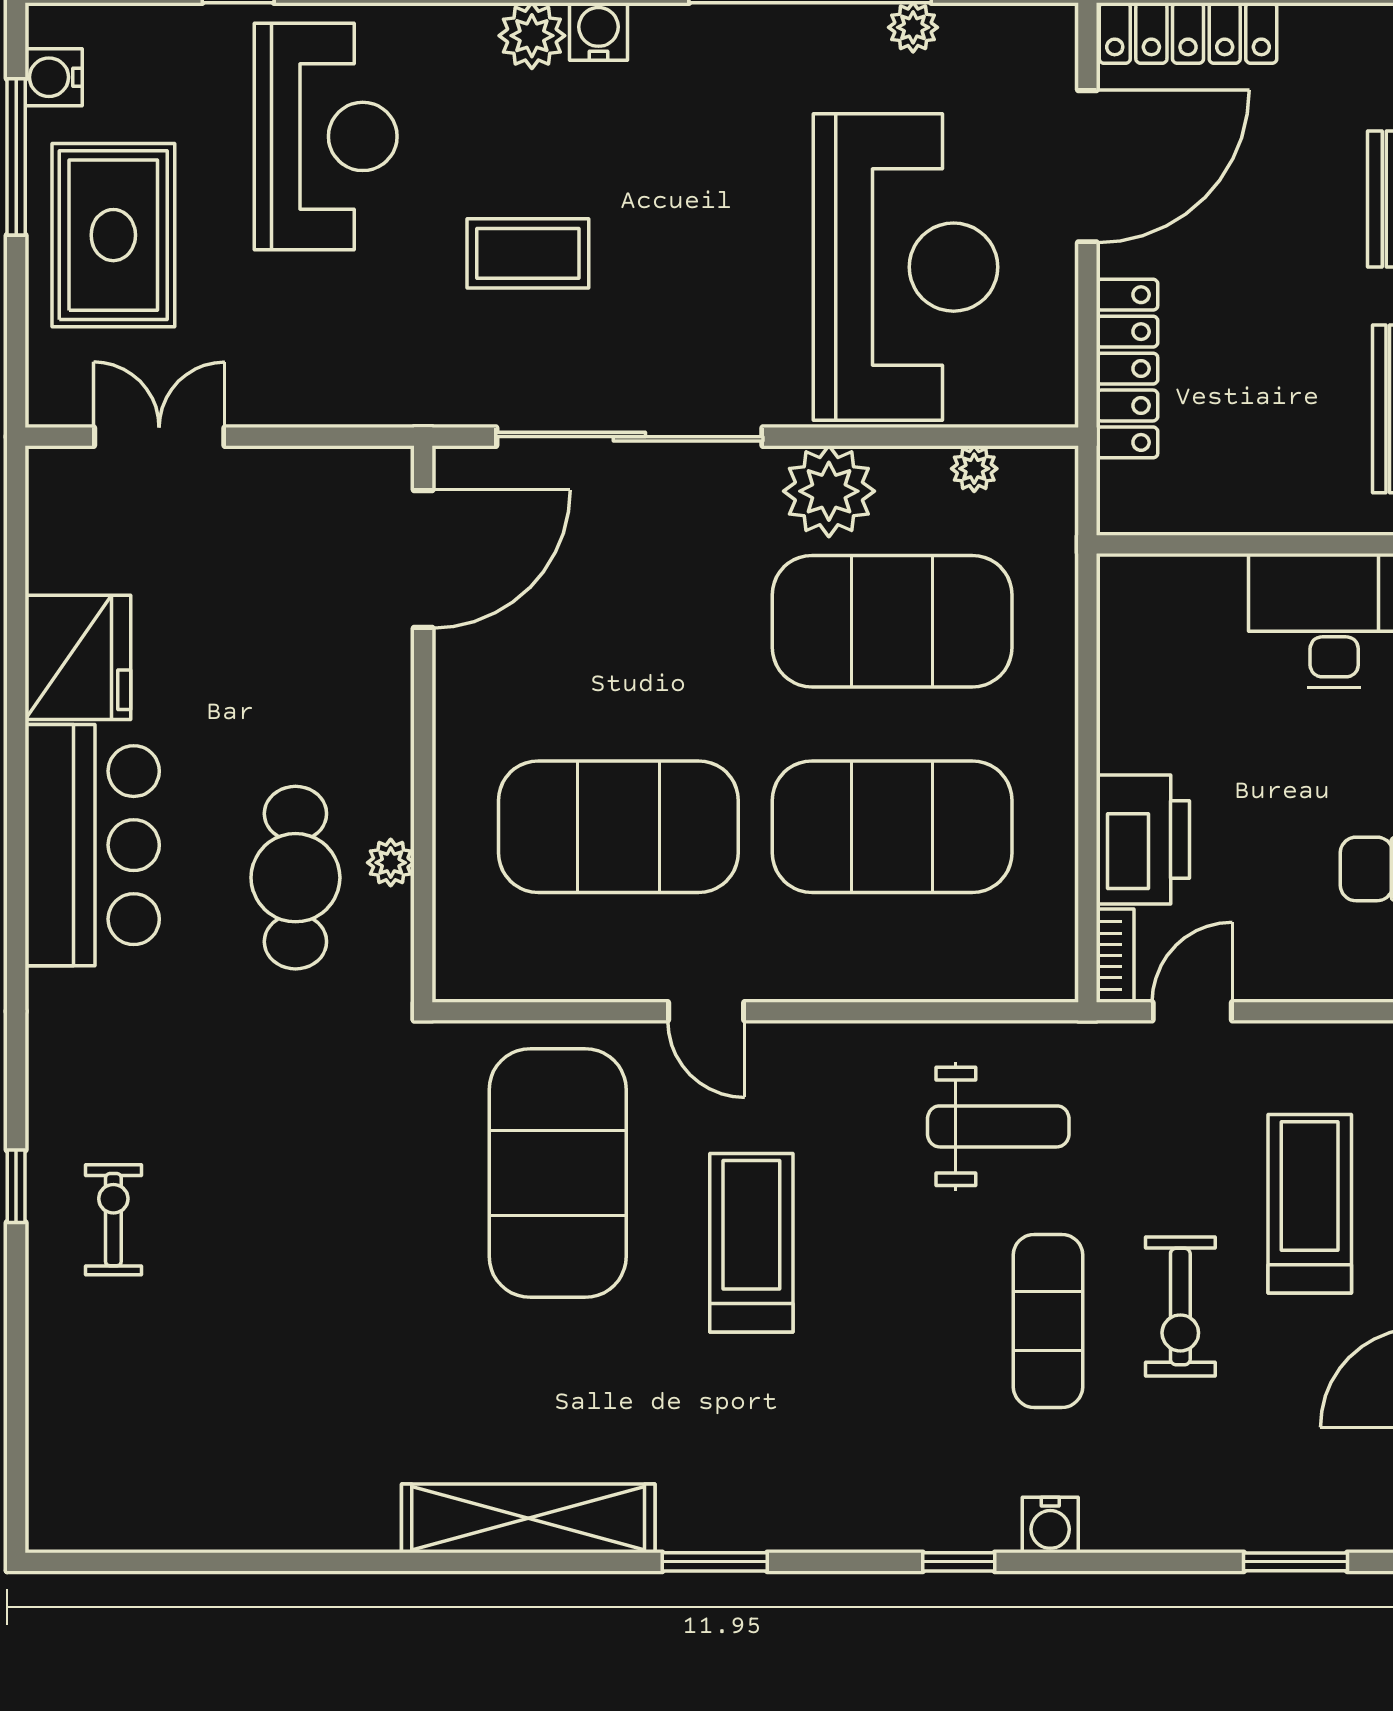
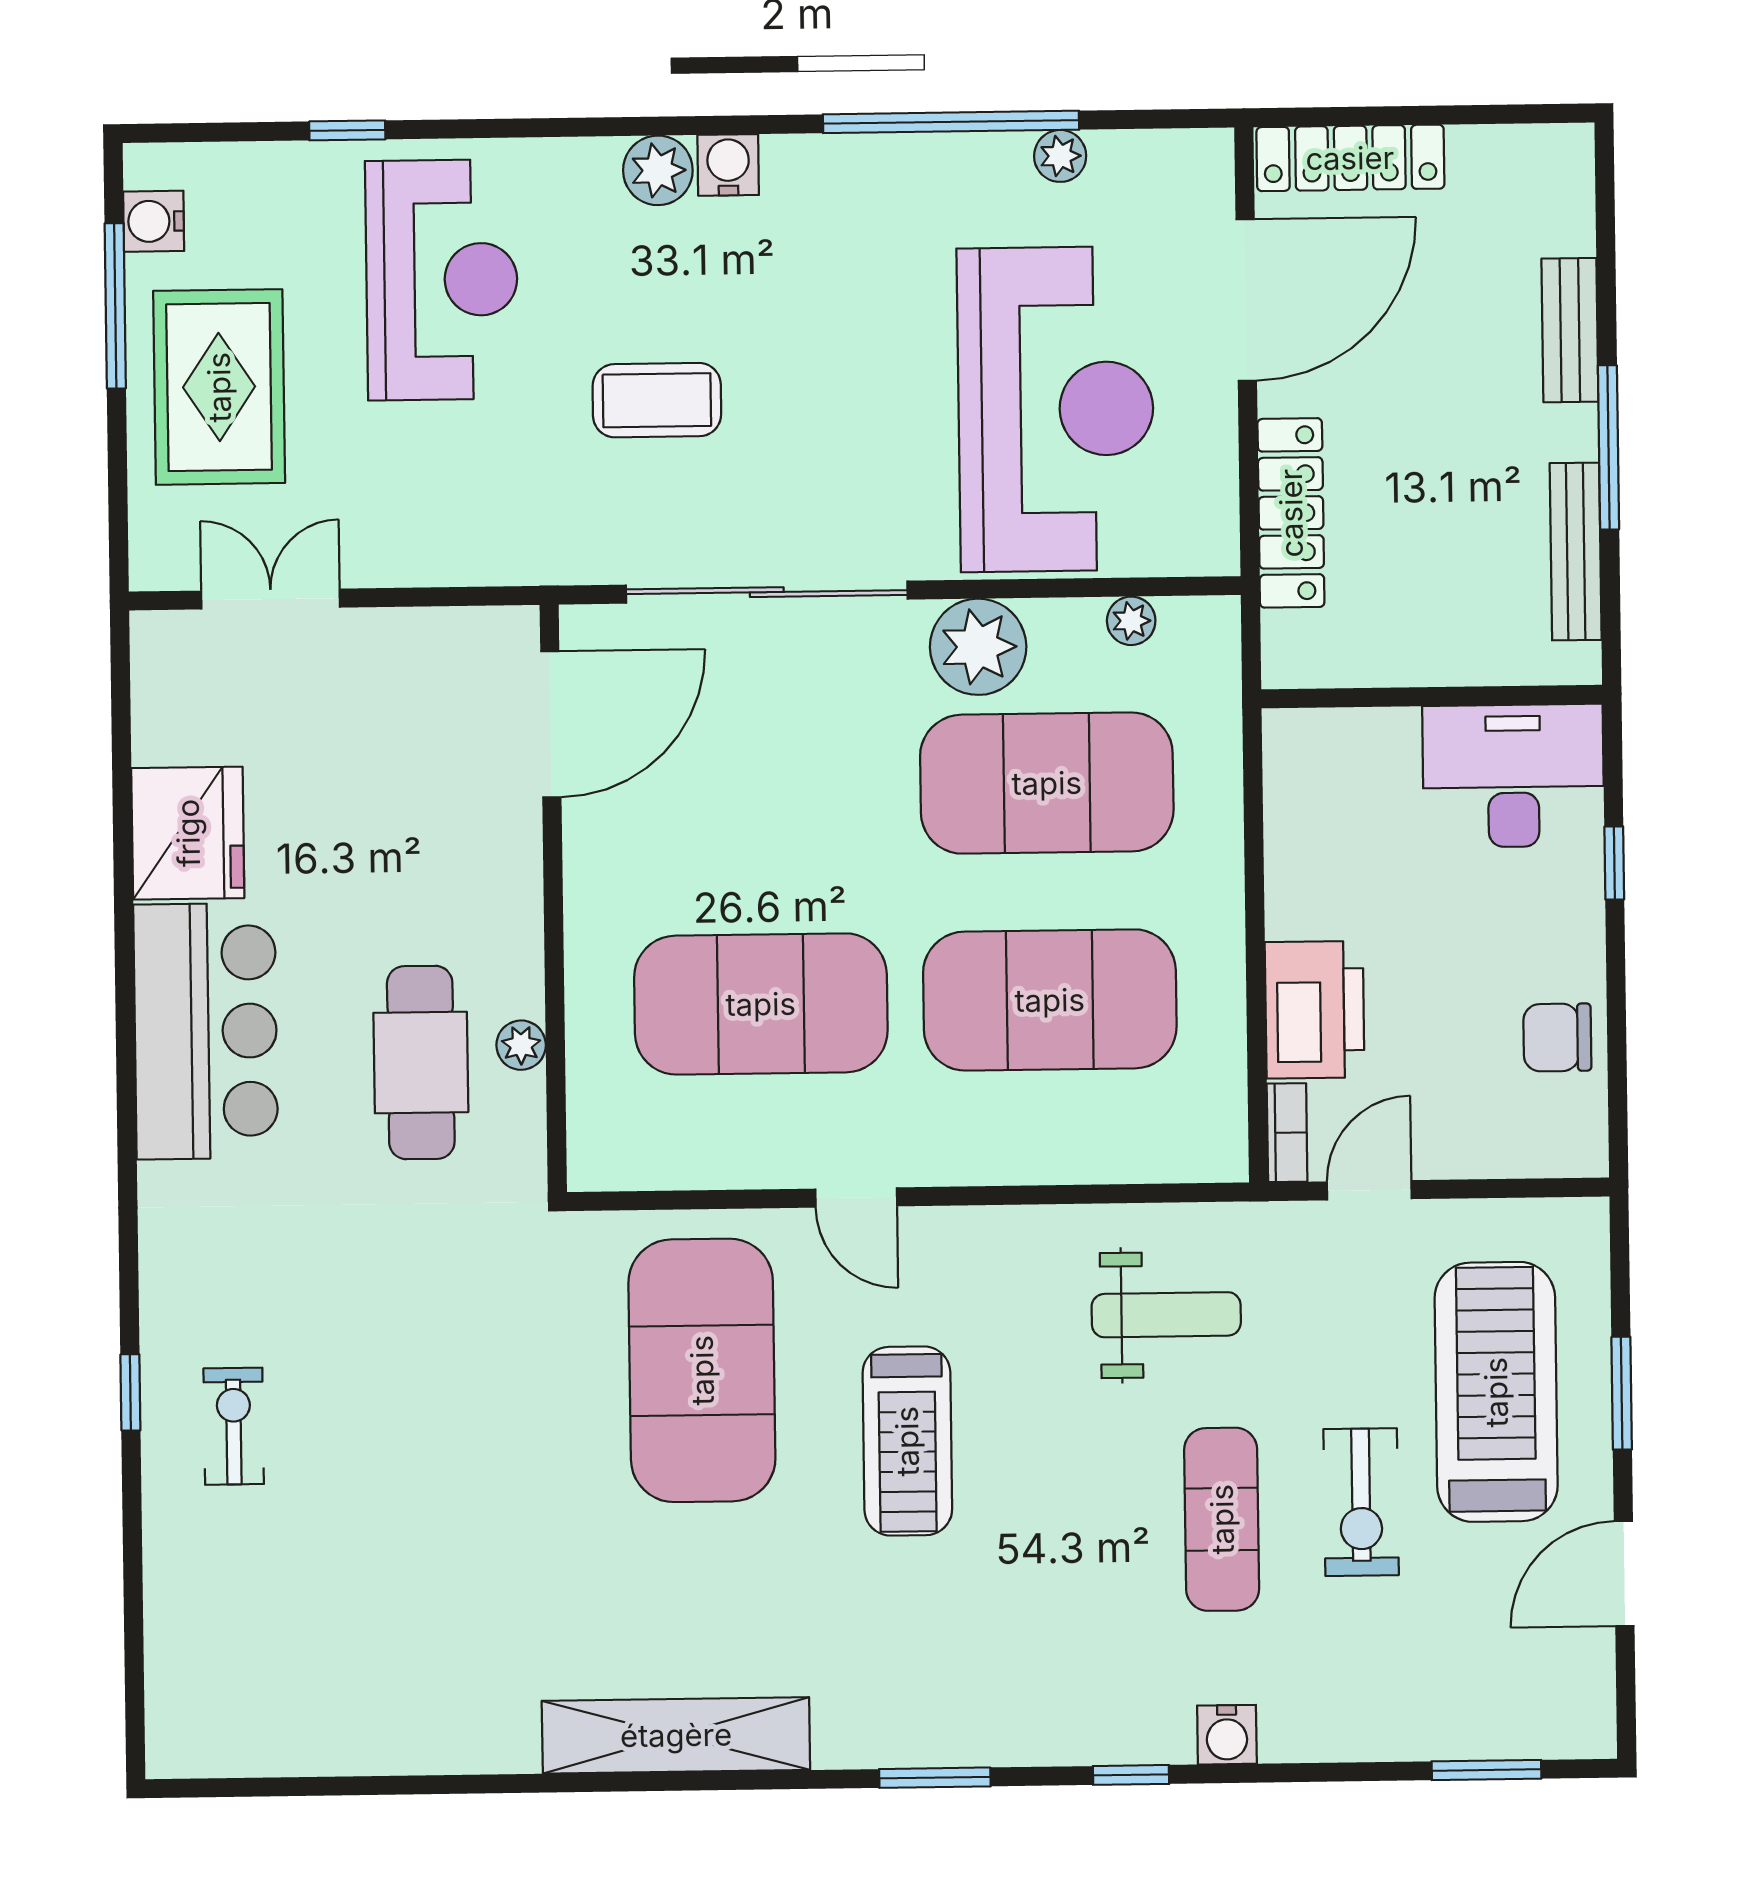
treadmill: (1310, 1204) -> (1496, 1392), width x1.37, depth x1.38
treadmill: (751, 1243) -> (907, 1441), turned 180
window: (715, 1562) -> (935, 1778), moved

